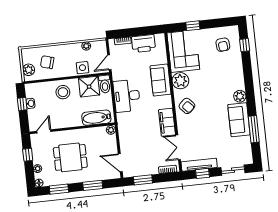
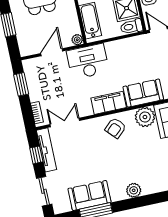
desk: (127, 96) -> (88, 61), moved
sofa: (239, 120) -> (89, 196), moved
filing cabinet: (167, 122) -> (109, 103), moved
door: (120, 163) -> (52, 52), moved

